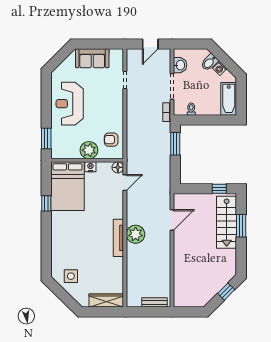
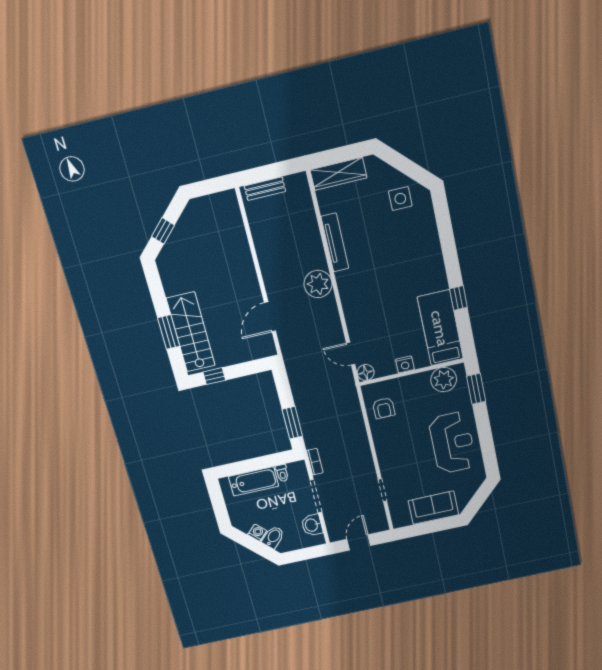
bathtub: (229, 99) -> (254, 481), moved, turned 90
armchair: (111, 140) -> (384, 408), turned 90
plant: (89, 150) -> (444, 380), moved
door: (125, 183) -> (351, 354), hinge flipped
bed: (68, 186) -> (440, 328), width x0.67
tv unit: (118, 238) -> (335, 242), moved

